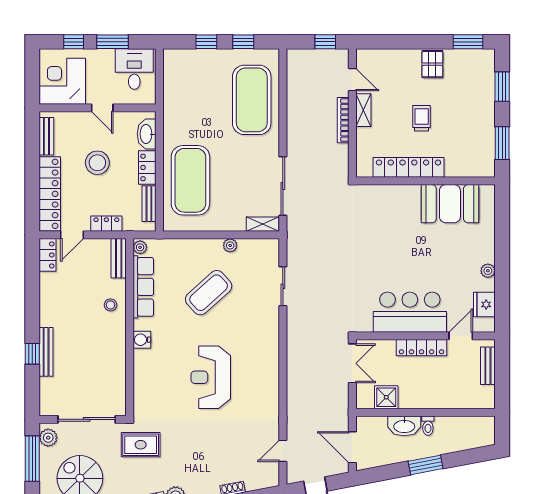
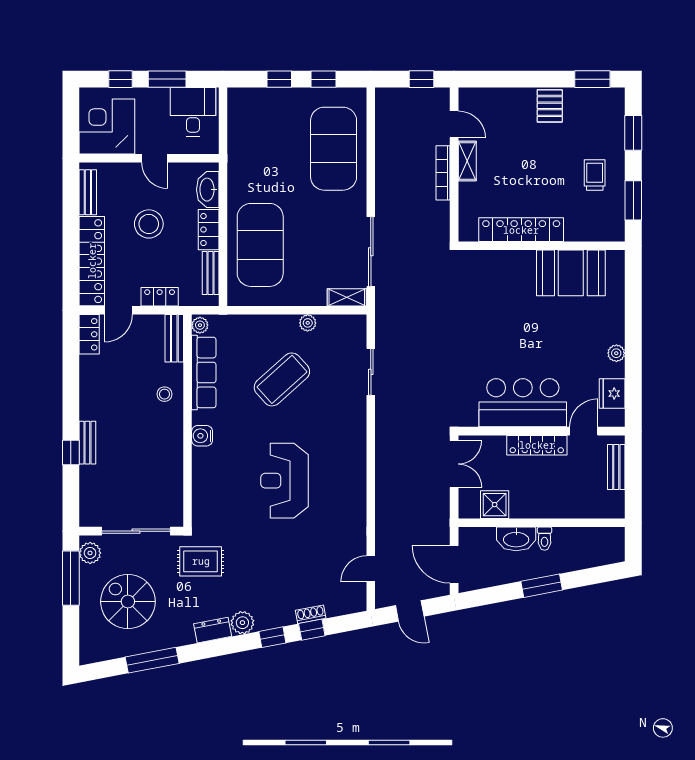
trolley: (422, 118) -> (595, 175), moved
bench: (46, 352) -> (87, 443), width x0.73

